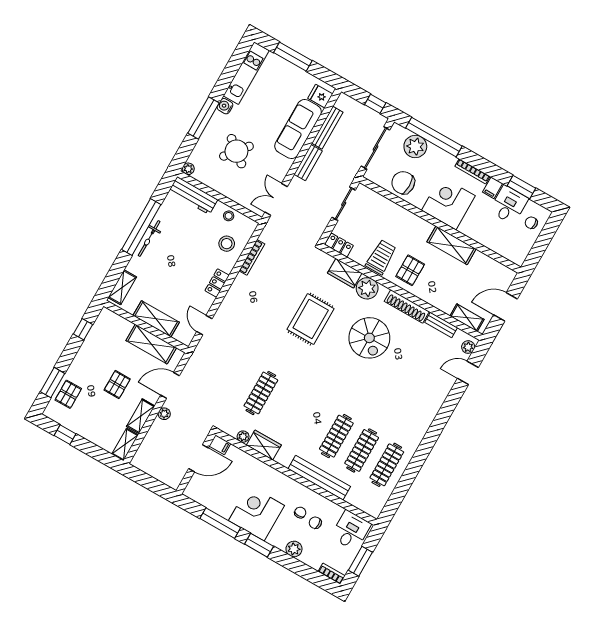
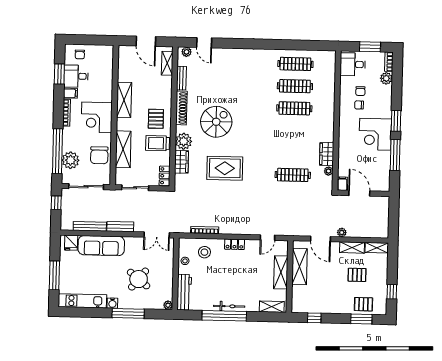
shelving: (395, 214) -> (123, 149), added
pallet: (410, 270) -> (156, 119), turned 90
pallet: (117, 385) -> (357, 275), moved
bench: (319, 478) -> (329, 105), removed
plant: (294, 549) -> (386, 78), moved

